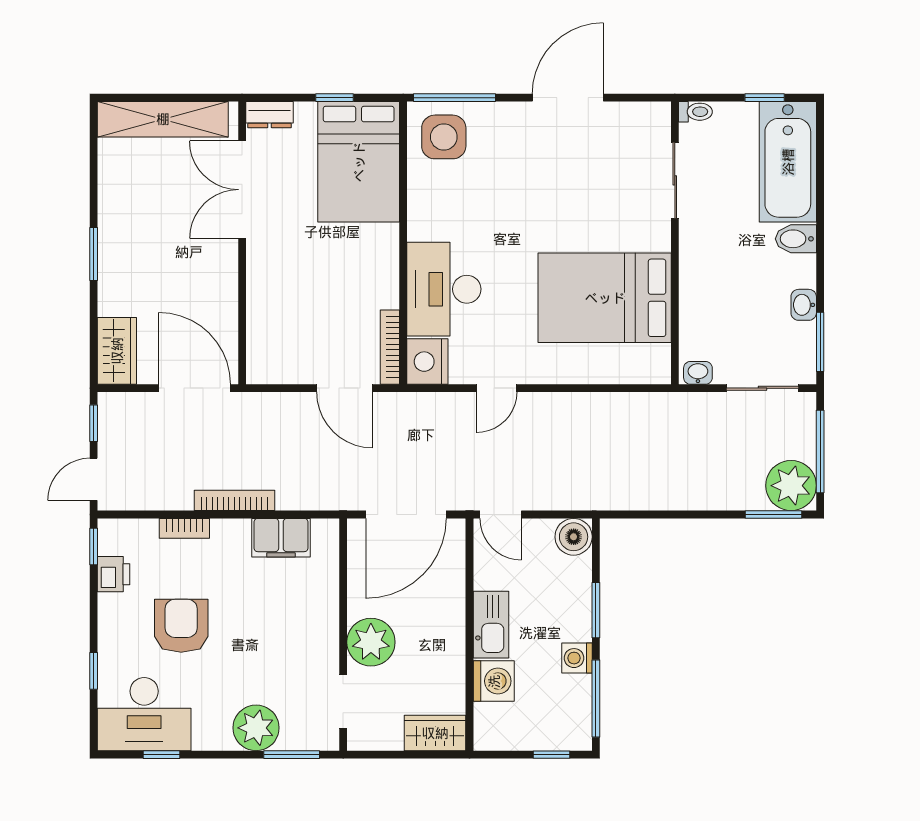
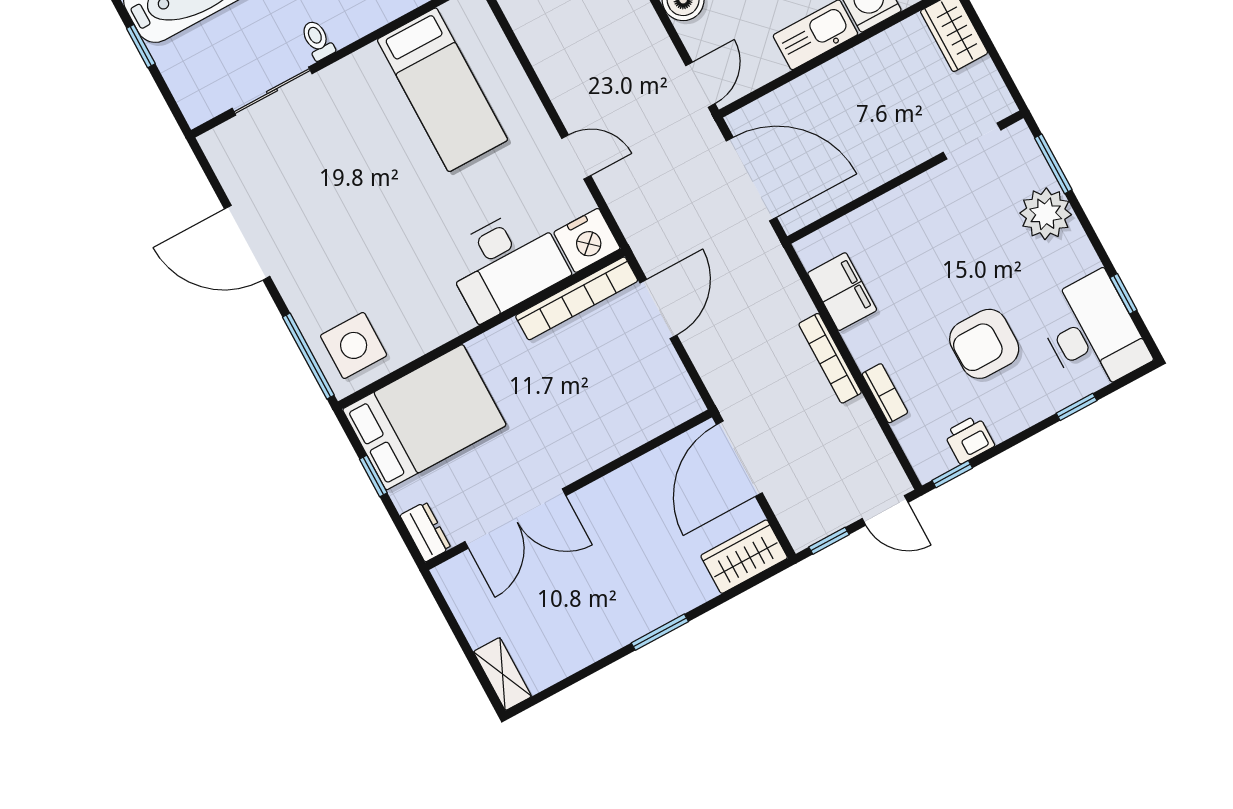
toilet: (695, 112) -> (317, 40), moved
shelving: (163, 119) -> (503, 674), width x0.45, depth x0.75
bed: (605, 298) -> (442, 90), width x0.67
bookcase: (390, 347) -> (577, 298), width x1.48, depth x1.31
plant: (371, 642) -> (898, 145), removed

